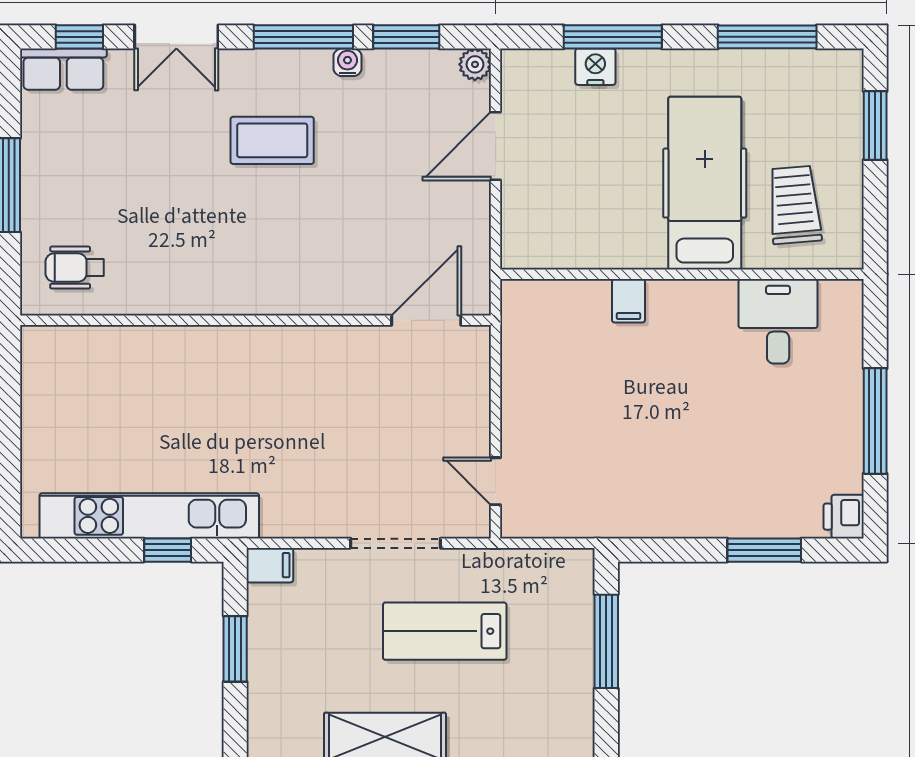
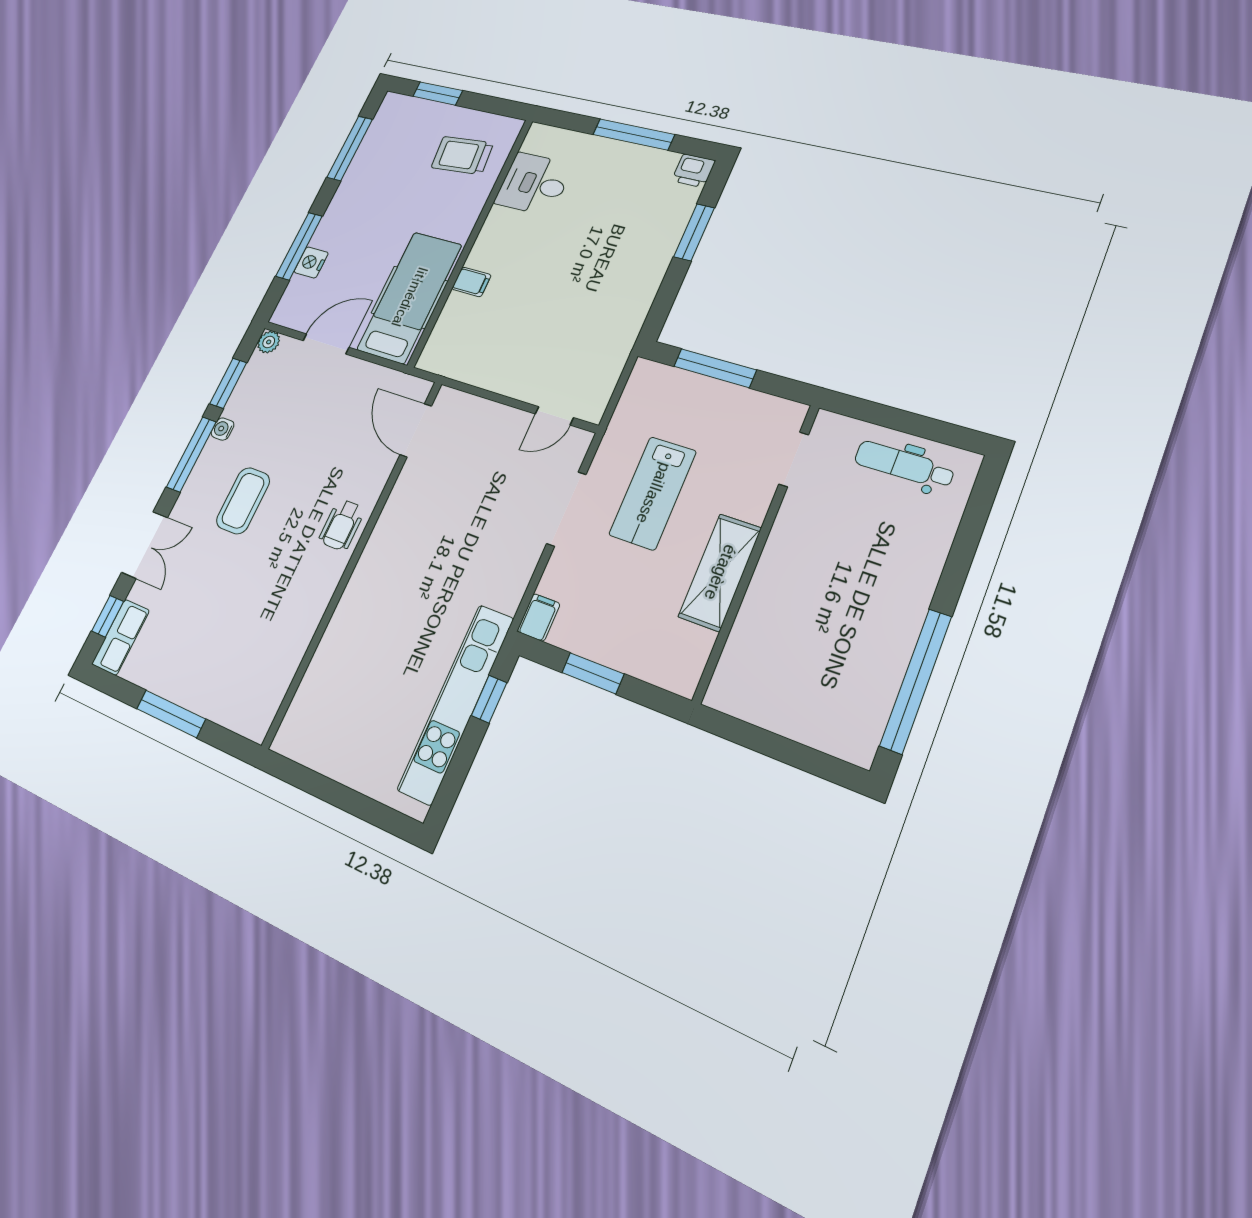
door: (496, 146) -> (326, 344), swing flipped
hospital bed: (705, 183) -> (409, 297), moved, turned 90
wheelchair: (75, 268) -> (342, 525), moved

